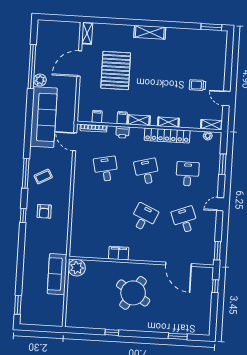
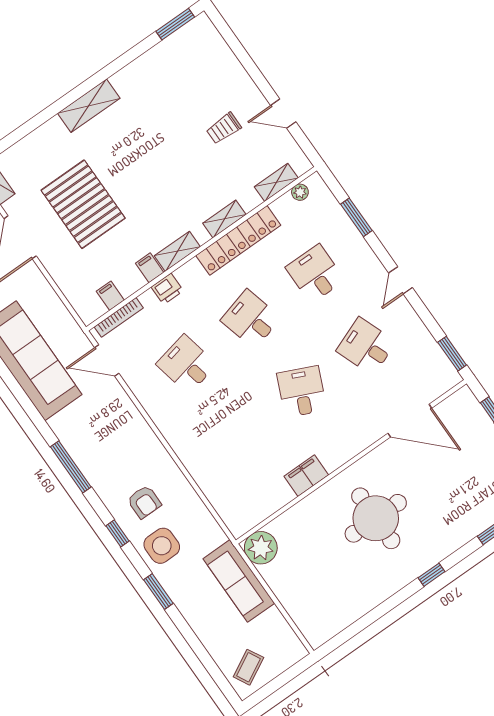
shelving: (211, 125) -> (276, 182), moved
coffee table: (43, 177) -> (248, 667), moved
side table: (37, 235) -> (162, 546), added
round table: (133, 293) -> (376, 518), turned -32
window: (18, 305) -> (158, 592), moved
window: (112, 332) -> (431, 575), moved

